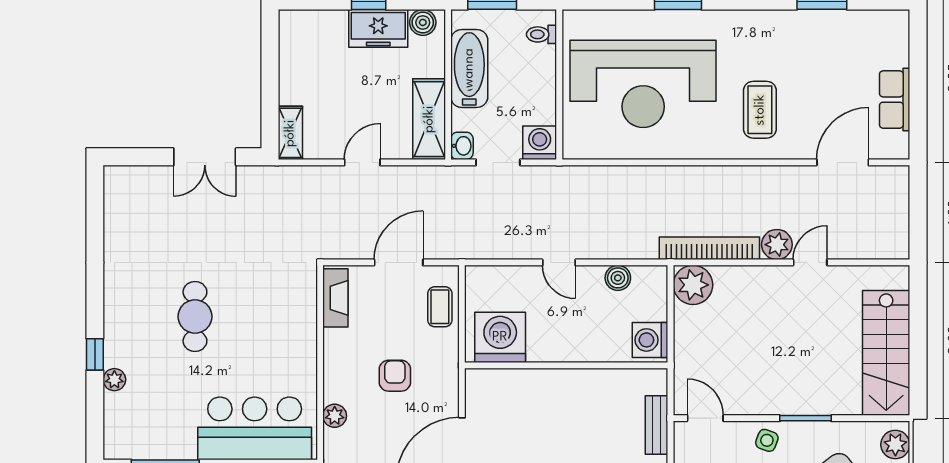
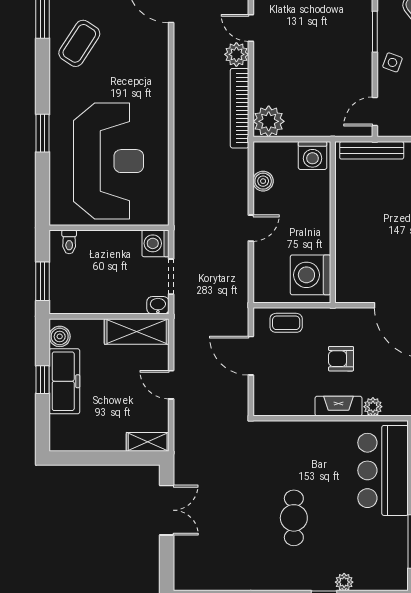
freezer: (378, 28) -> (64, 381), width x1.40
bathtub: (469, 68) -> (96, 299), removed
coffee table: (760, 110) -> (79, 43), moved, turned -57
fireplace: (335, 298) -> (339, 406), moved
cafe table: (195, 317) -> (294, 518), turned 90
bench: (657, 425) -> (372, 150), width x1.36

